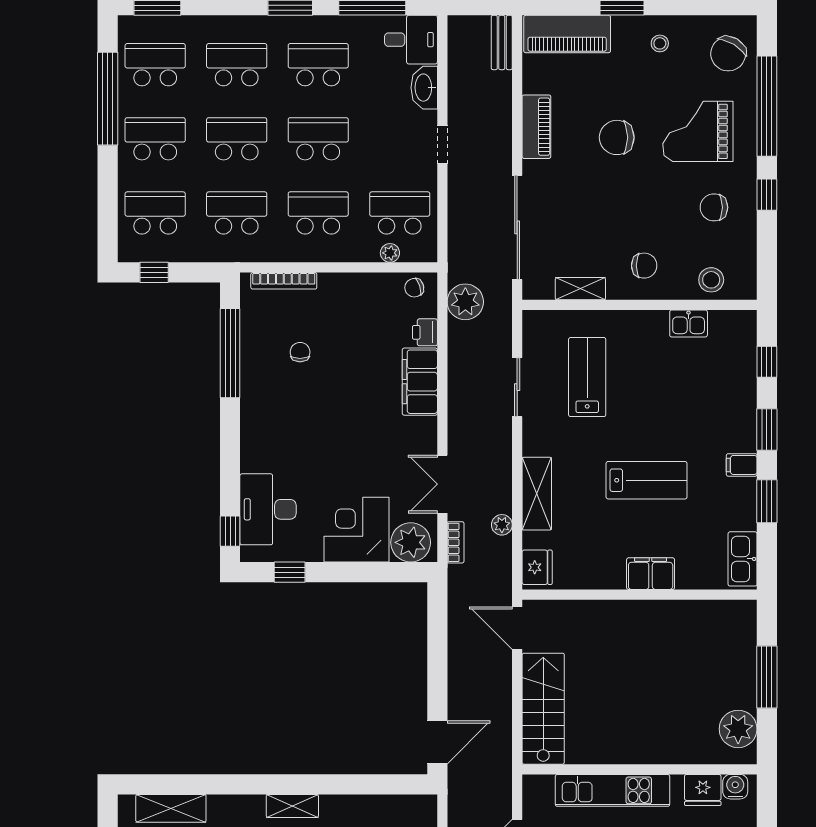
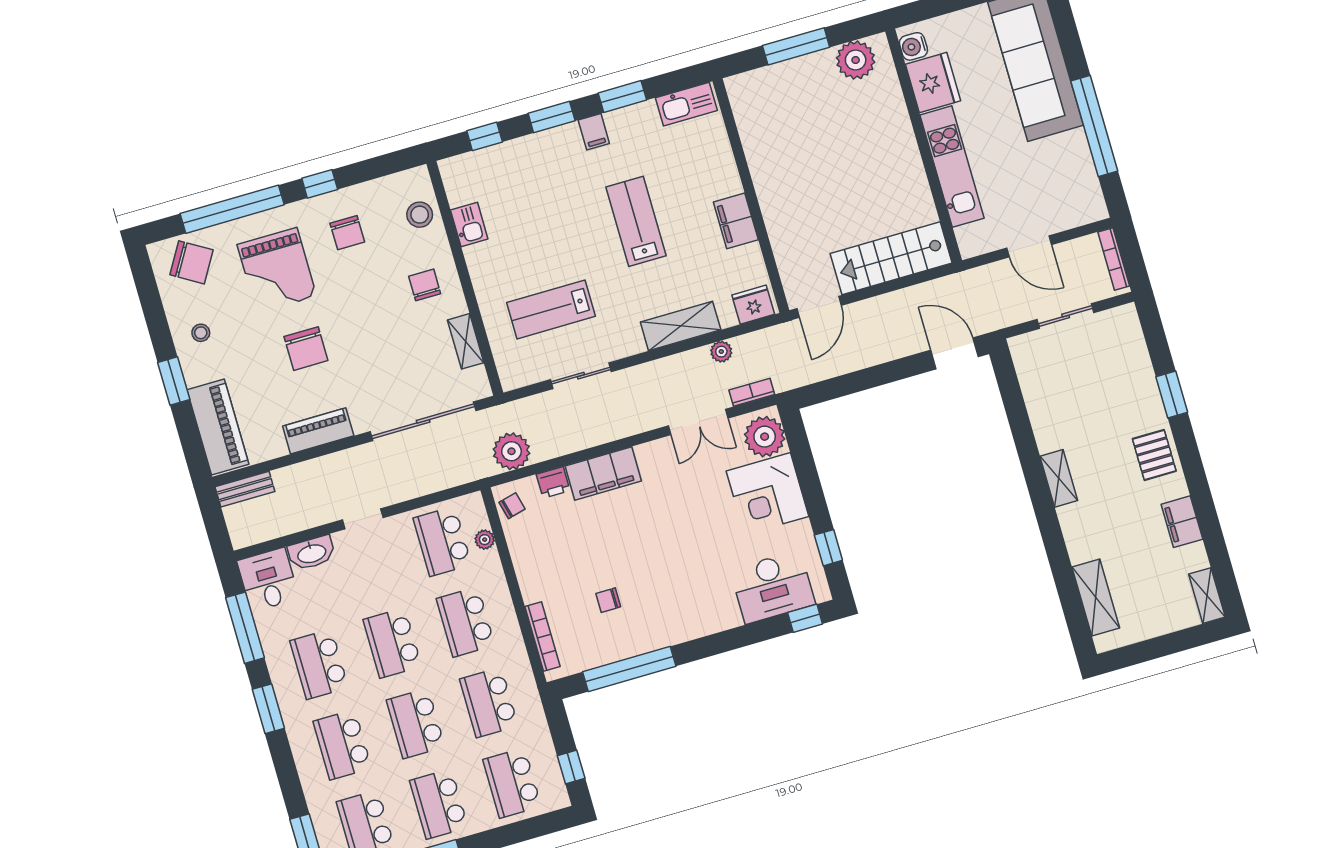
chair: (414, 288) -> (512, 506), turned -87
filing cabinet: (651, 574) -> (736, 221), moved
fridge: (703, 790) -> (933, 83), width x1.36, depth x1.34

